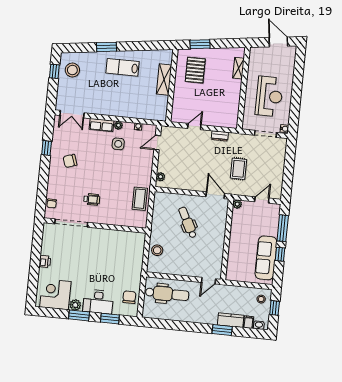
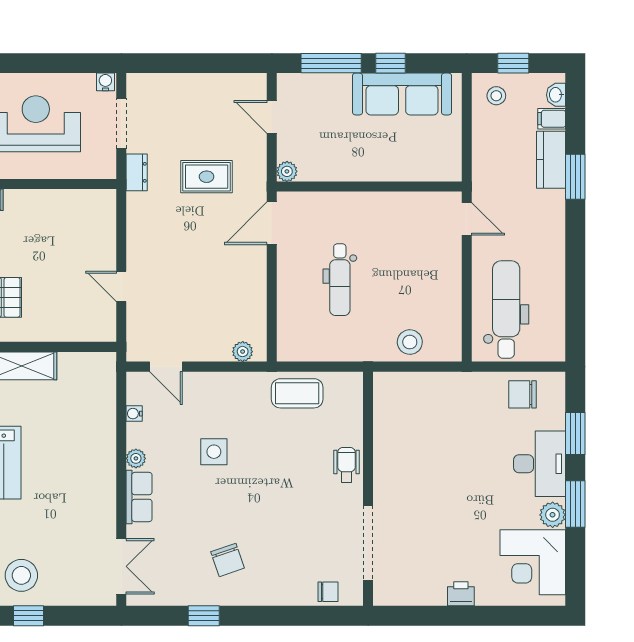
dresser: (220, 136) -> (137, 172), moved
side table: (118, 144) -> (214, 452), moved
wheelchair: (92, 199) -> (346, 465), moved
dental chair: (188, 222) -> (340, 280), turned -62

